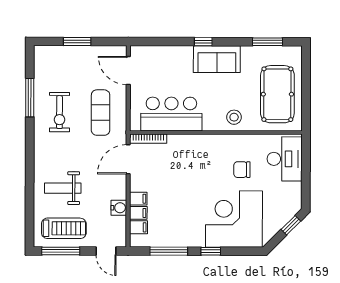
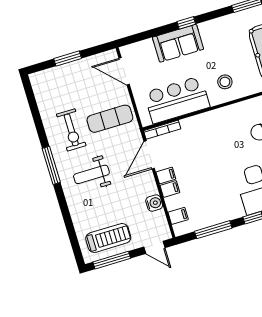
sofa: (217, 59) -> (178, 43), moved
window: (30, 98) -> (51, 165), moved
exercise mat: (101, 113) -> (110, 119), turned 90
stool: (234, 117) -> (225, 82), moved
weight bench: (63, 188) -> (91, 174), moved
filing cabinet: (138, 213) -> (166, 176), moved

